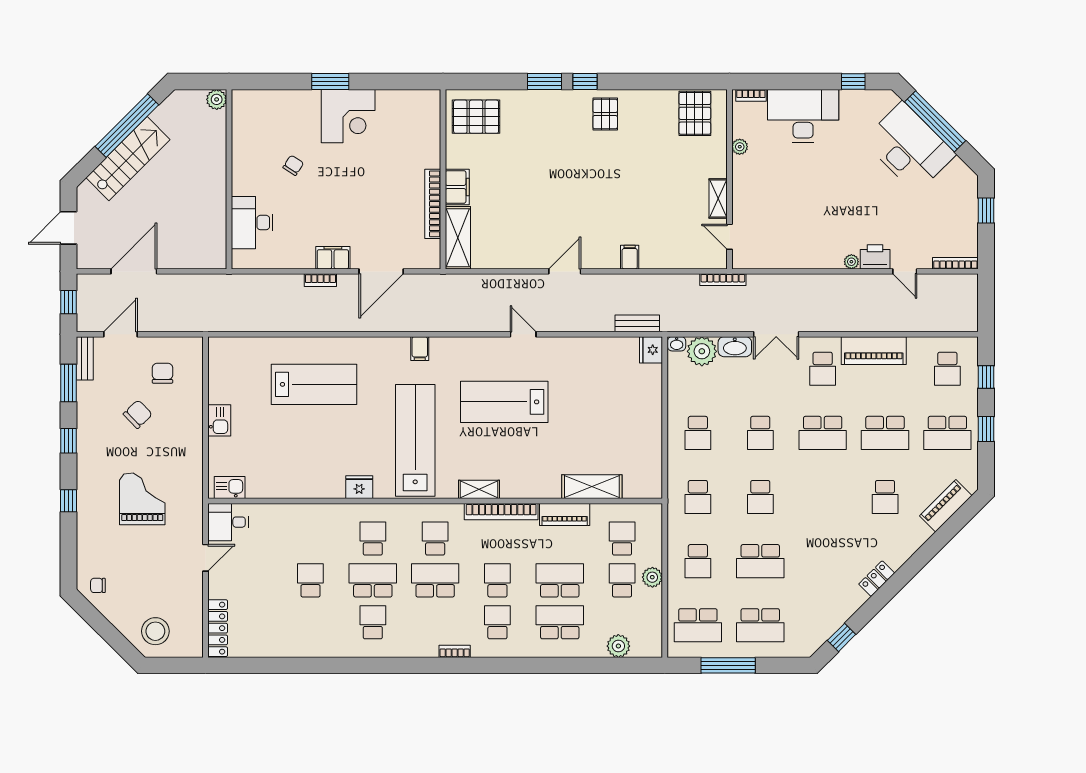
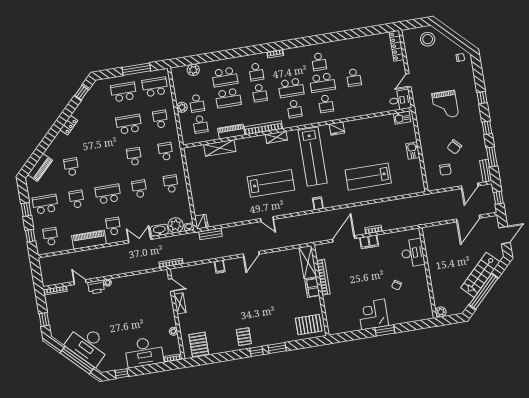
school desk: (885, 433) -> (77, 199), width x0.54

